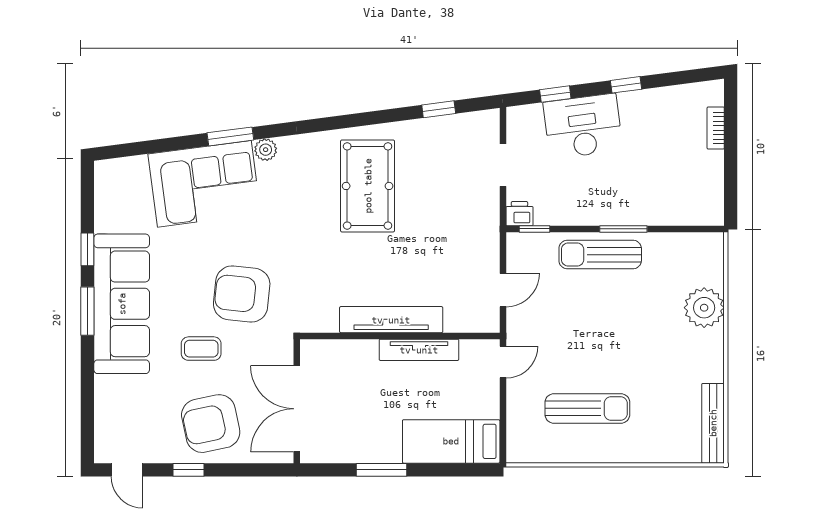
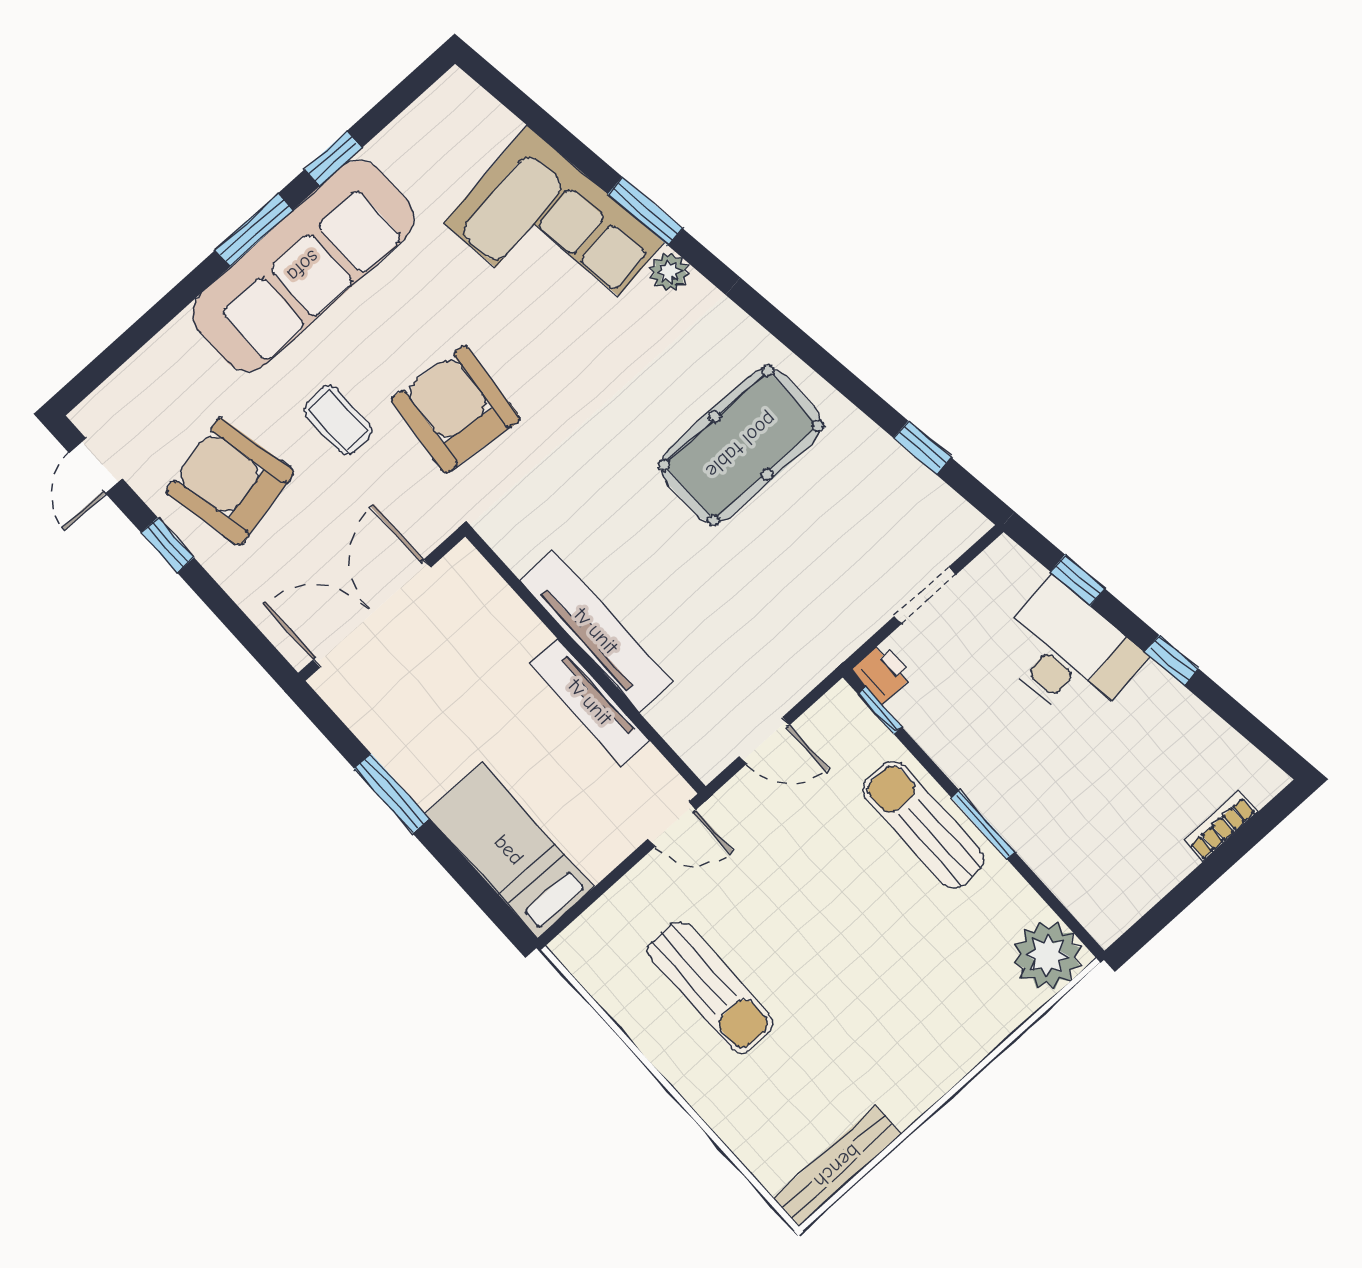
plant: (704, 308) -> (1047, 956), moved
armchair: (211, 424) -> (230, 482), moved

